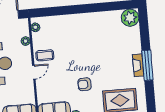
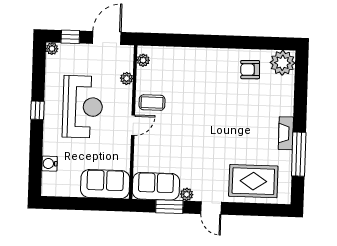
window: (147, 65) -> (299, 154), moved
armchair: (85, 84) -> (250, 70), moved

